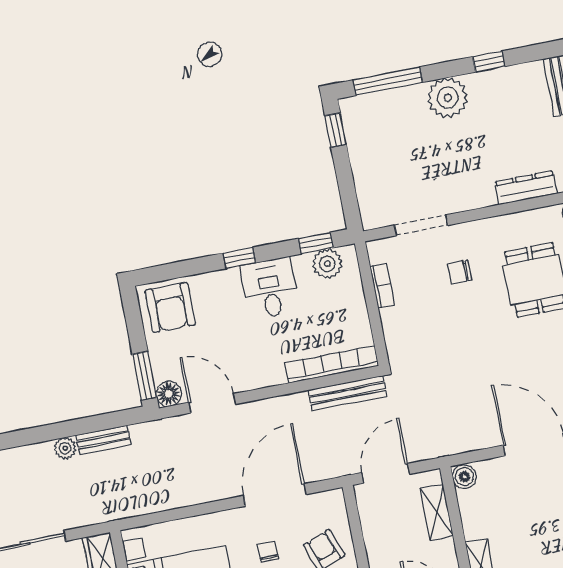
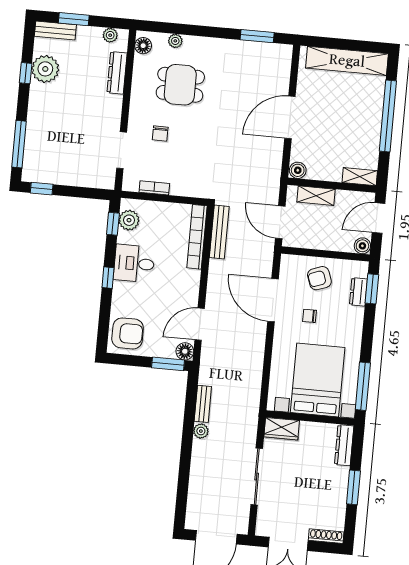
plant: (448, 98) -> (45, 69), moved

